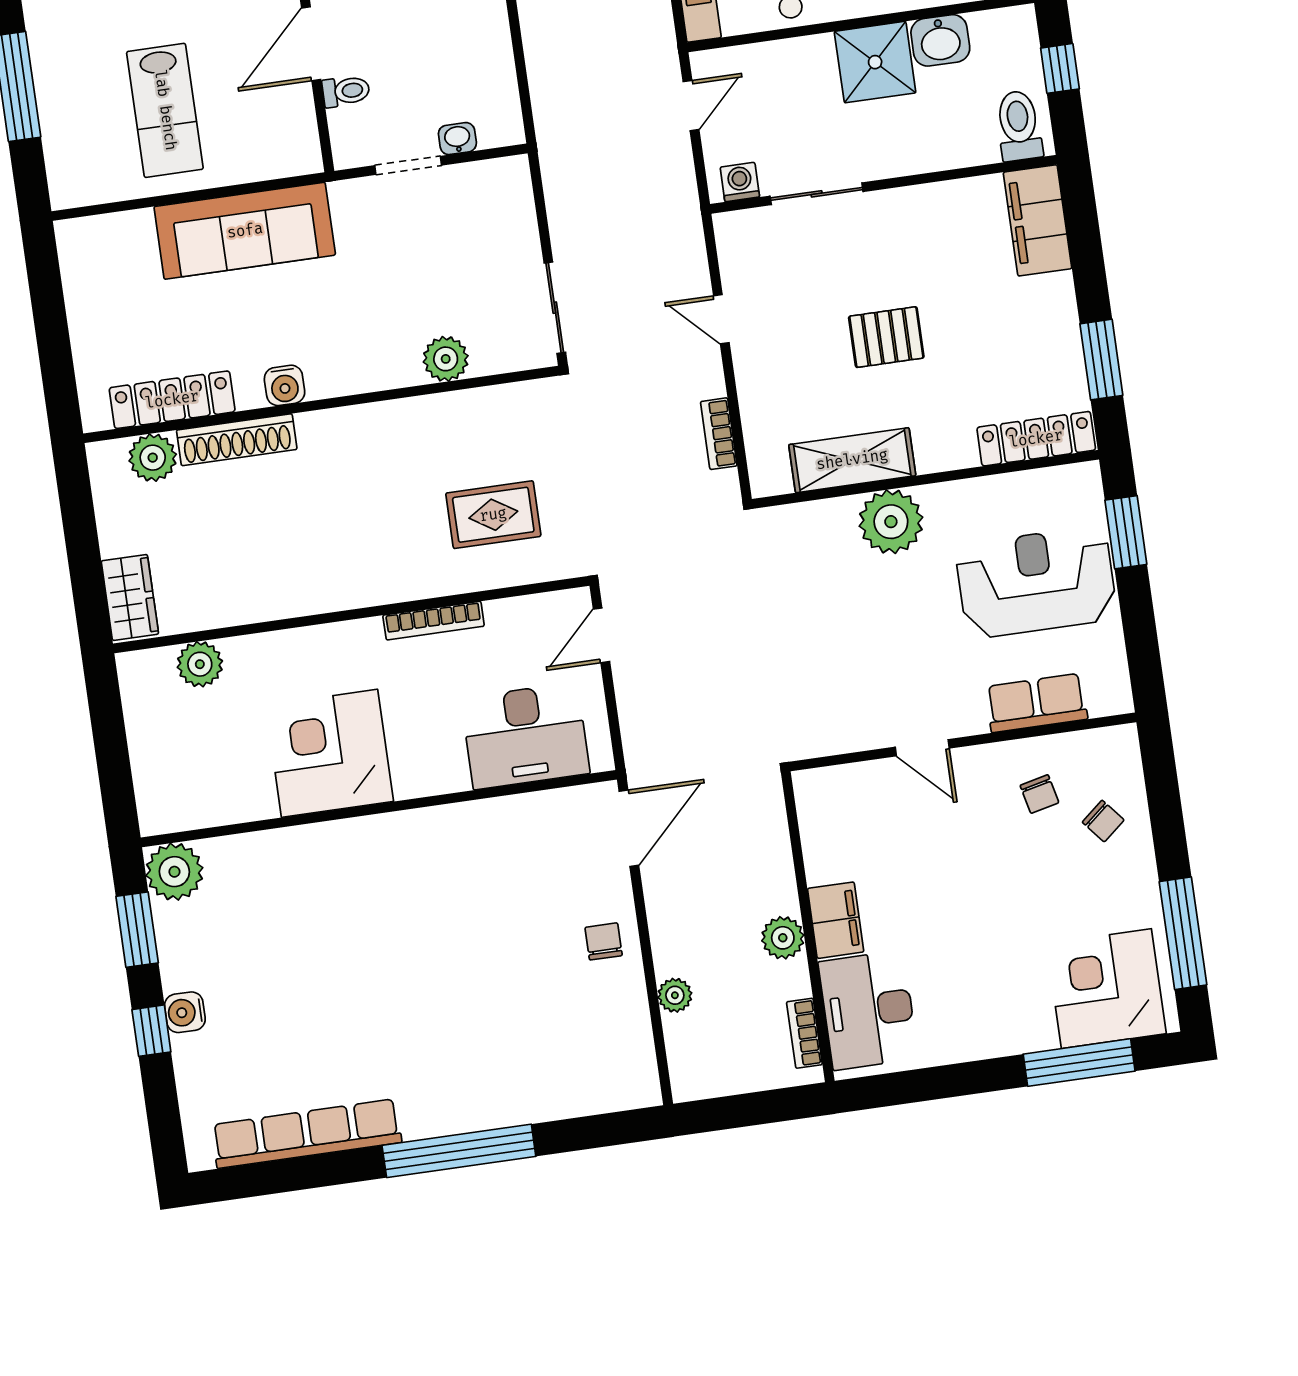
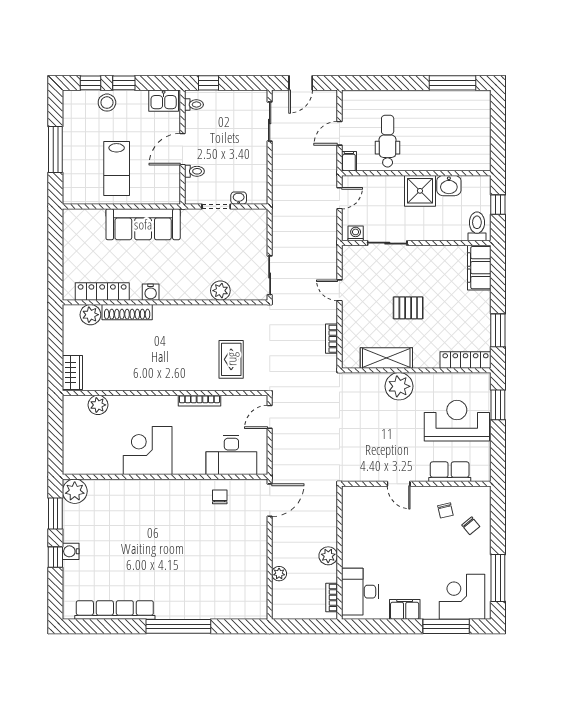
rug: (493, 515) -> (231, 359), turned 90
filing cabinet: (836, 920) -> (405, 609), moved, turned -90
chair: (604, 941) -> (220, 497), moved

